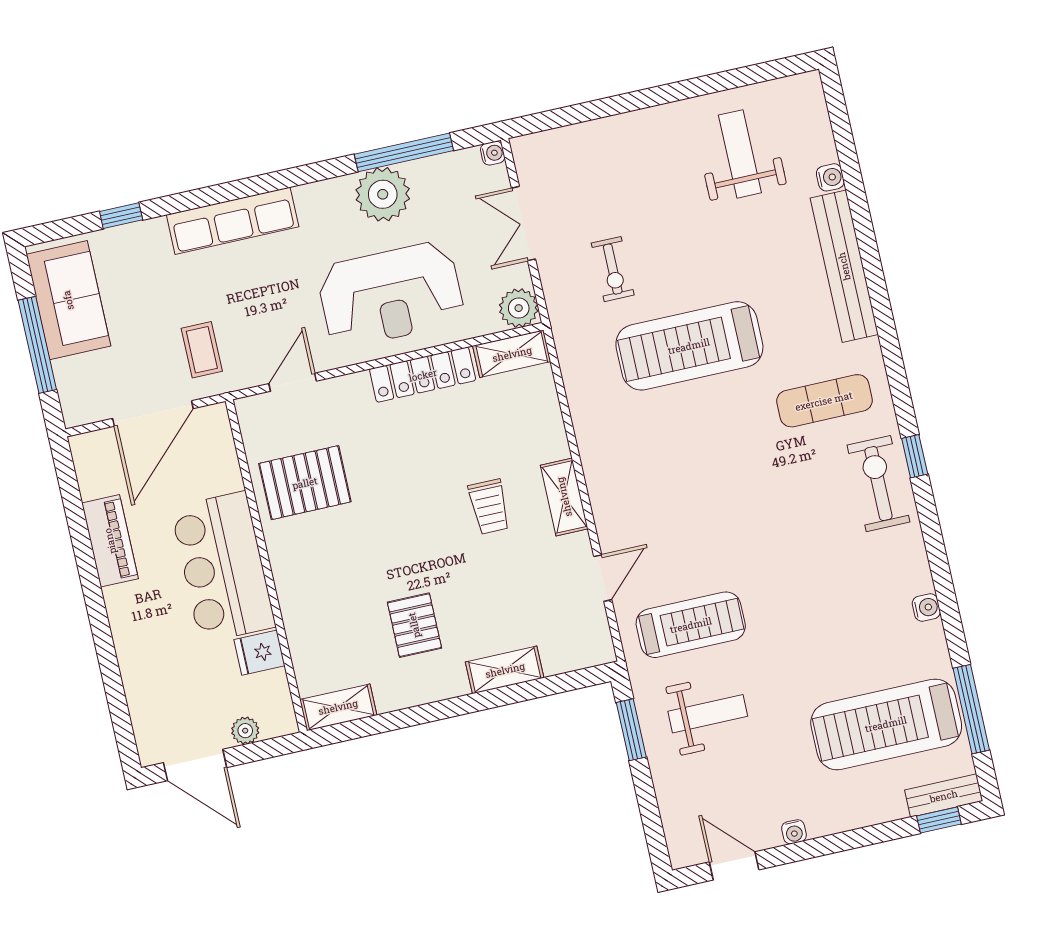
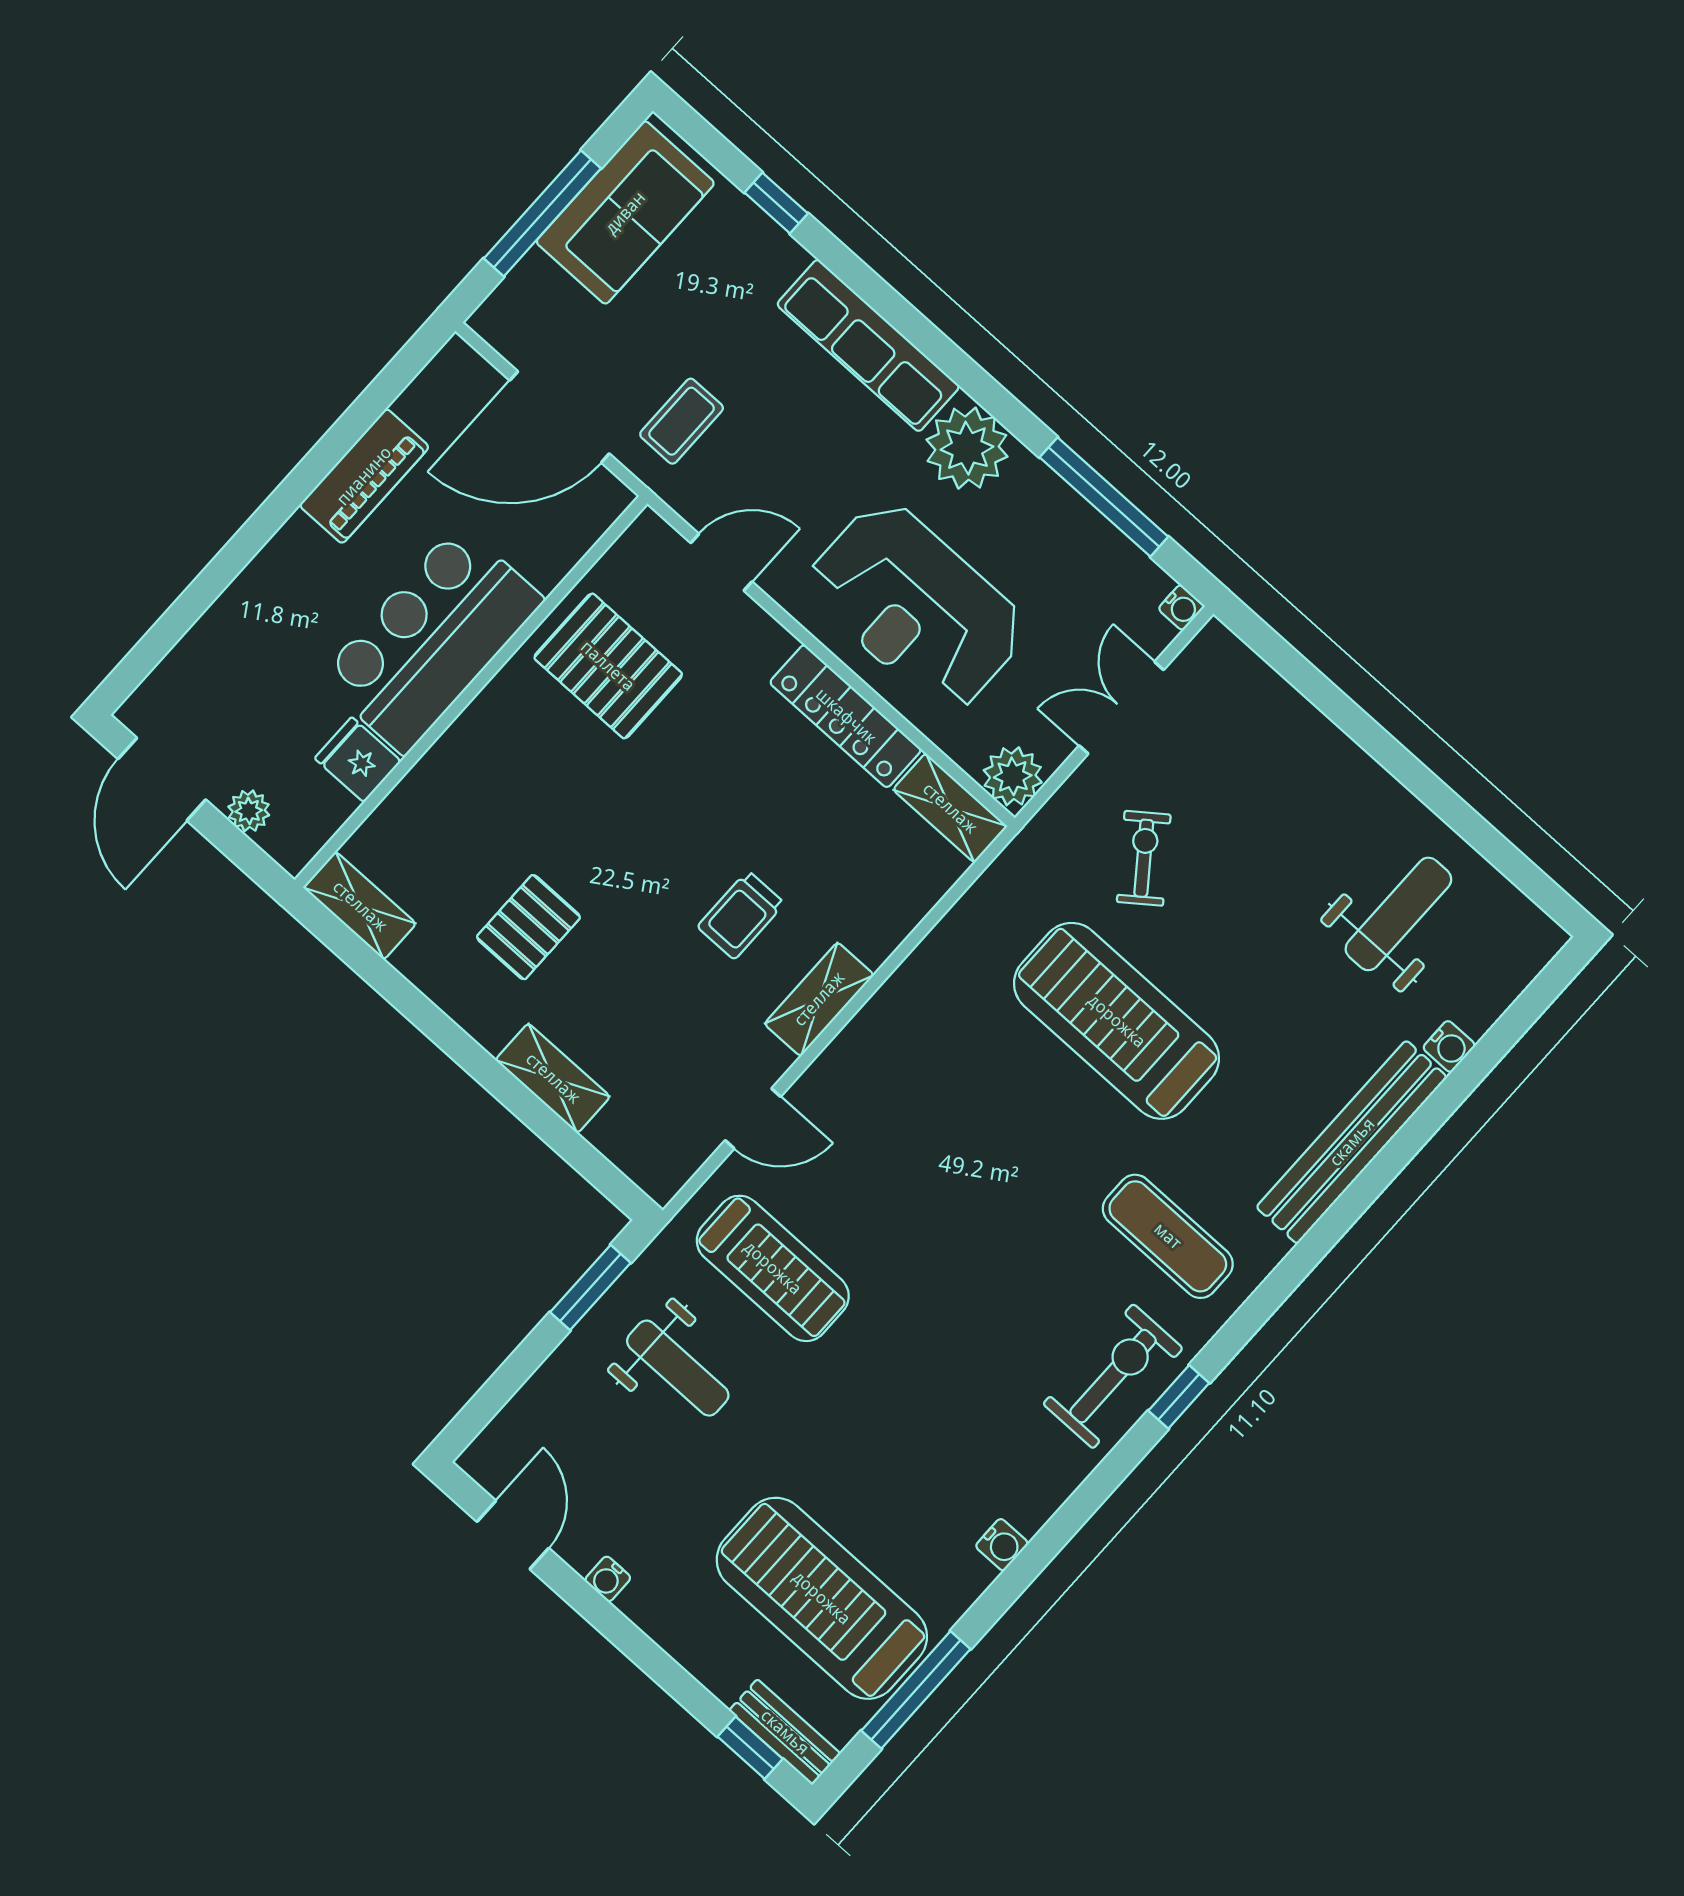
plant: (383, 194) -> (967, 448), moved
exercise bike: (613, 269) -> (1144, 858), turned 143

